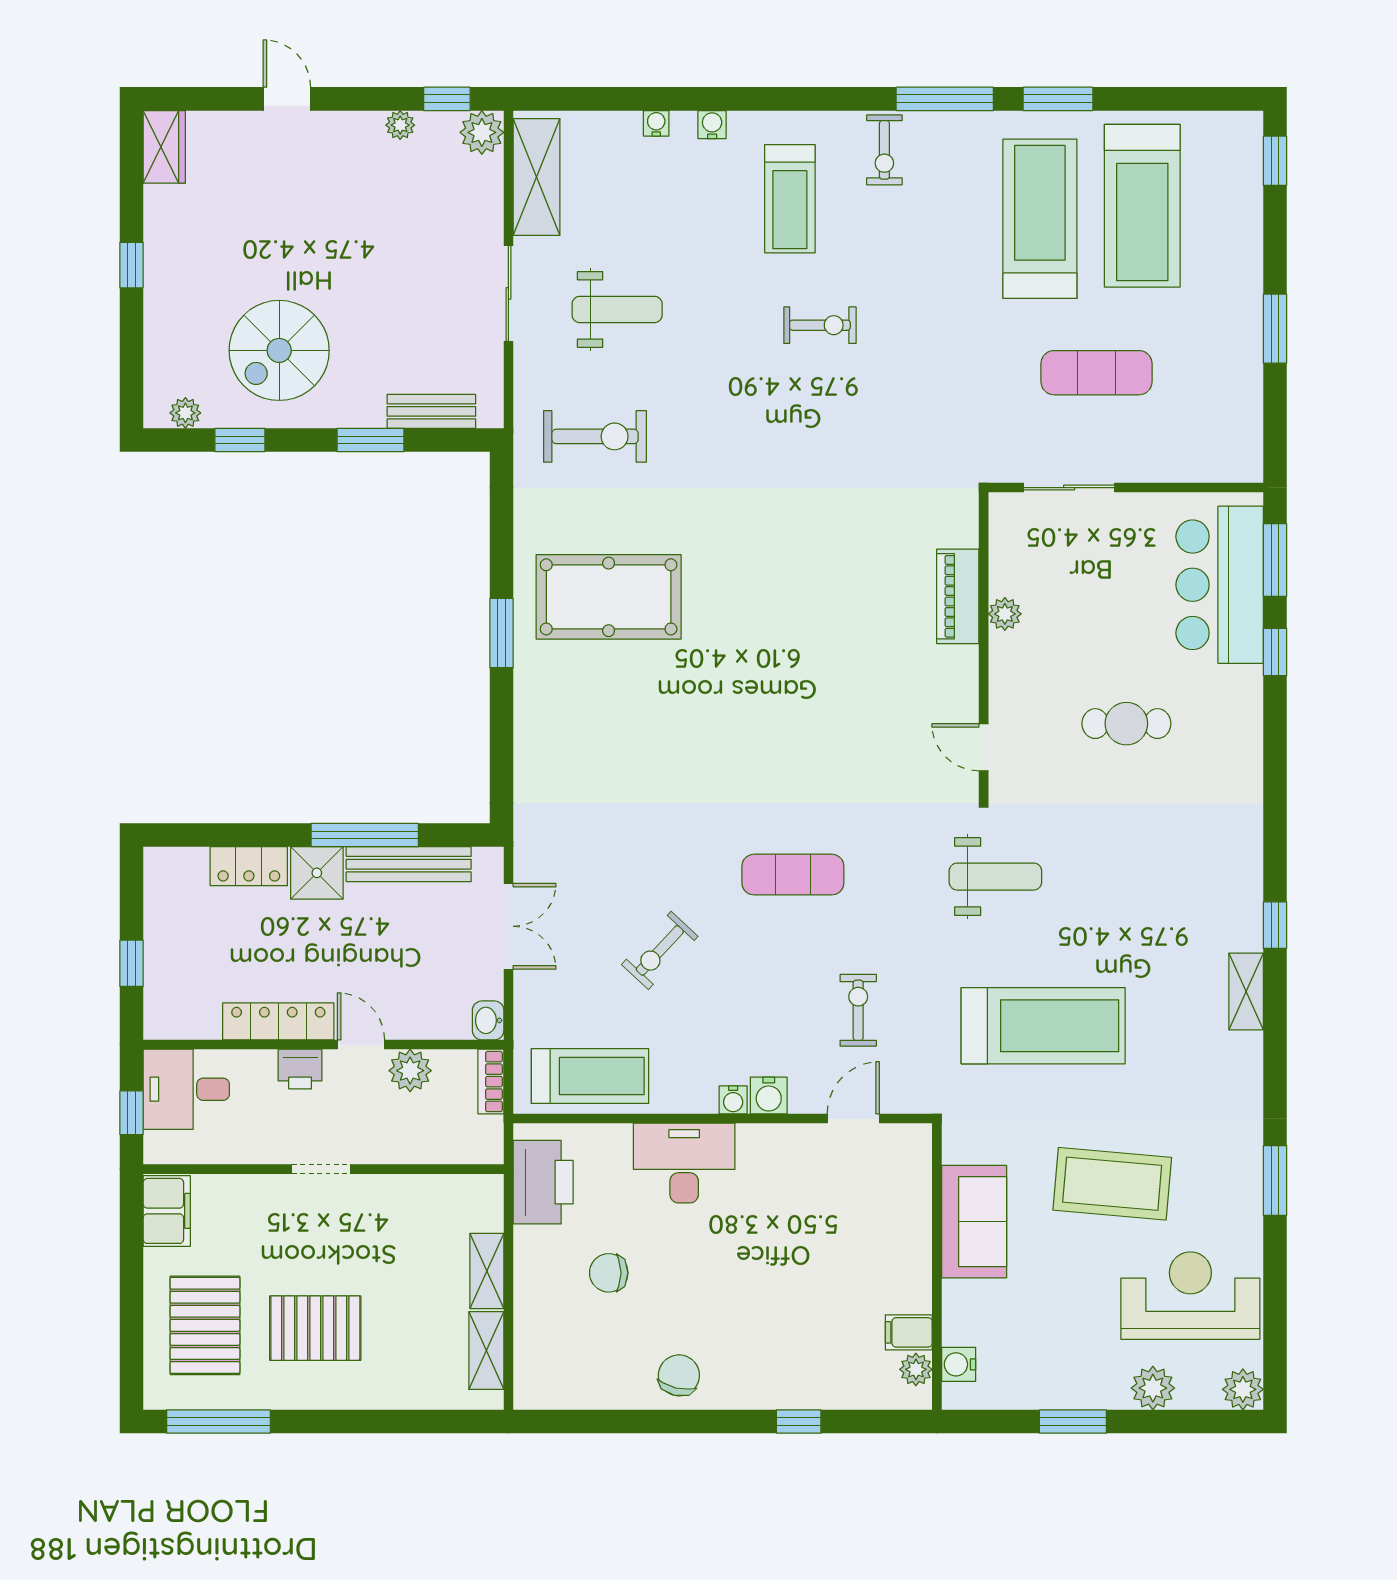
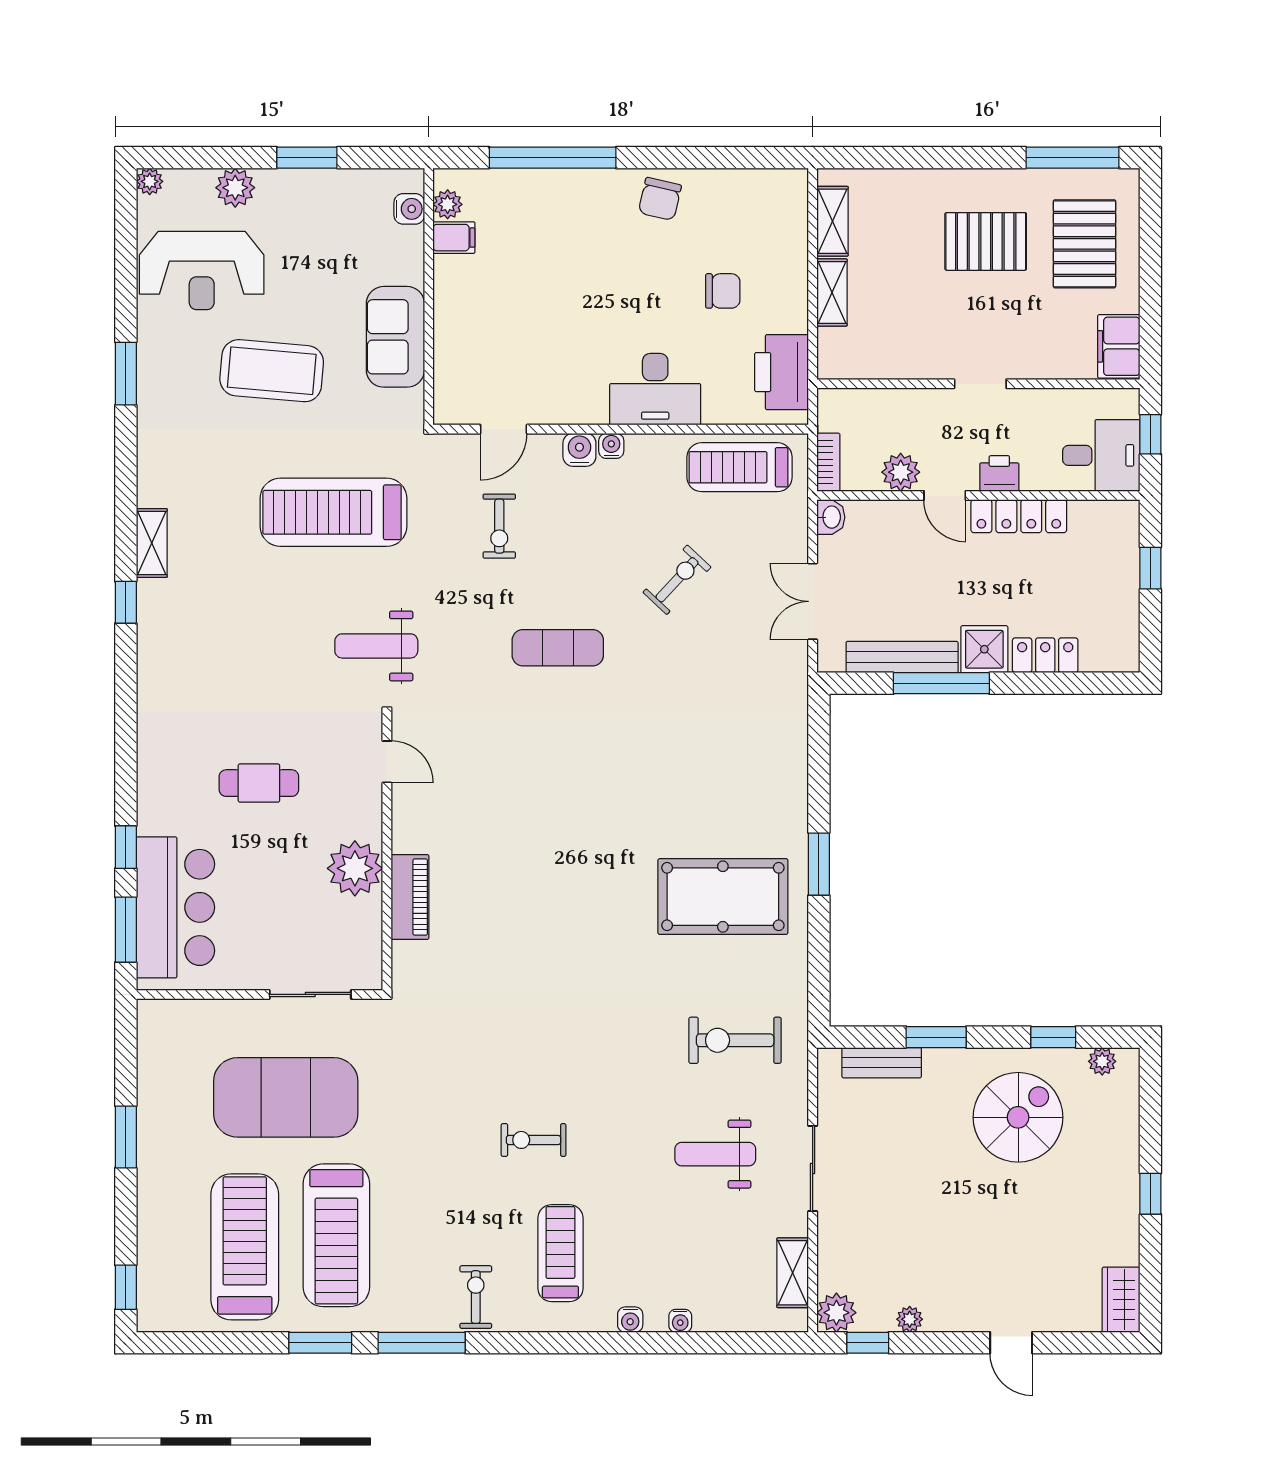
shelving: (537, 177) -> (793, 1273), width x0.67, depth x0.75
exercise mat: (1096, 373) -> (286, 1097), width x2.00, depth x1.45
plant: (1005, 614) -> (355, 868), width x1.87, depth x1.87
plant: (1243, 1389) -> (150, 181), width x0.73, depth x0.73
window: (799, 1422) -> (553, 158), width x3.17

